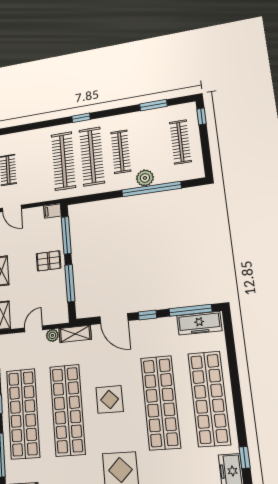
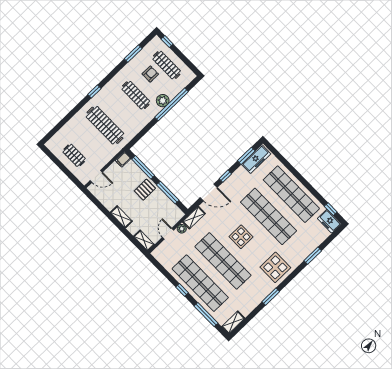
armchair: (155, 140) -> (150, 74), added
clothes rail: (92, 156) -> (120, 110), removed
window: (190, 310) -> (246, 156), width x0.69

